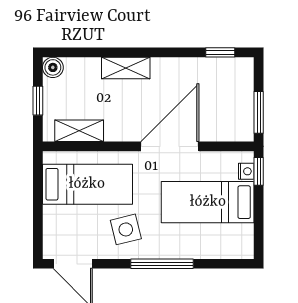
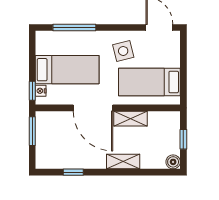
window: (220, 52) -> (73, 172), moved
shelving: (79, 131) -> (131, 119), moved
door: (170, 146) -> (93, 108), hinge flipped
window: (162, 264) -> (74, 27), moved

